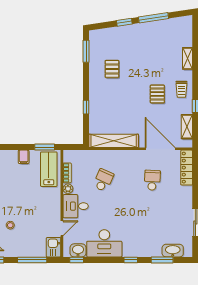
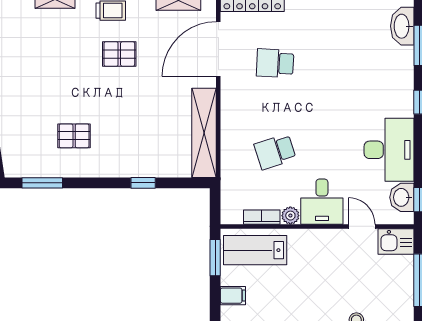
school desk: (103, 180) -> (275, 152), turned -42

